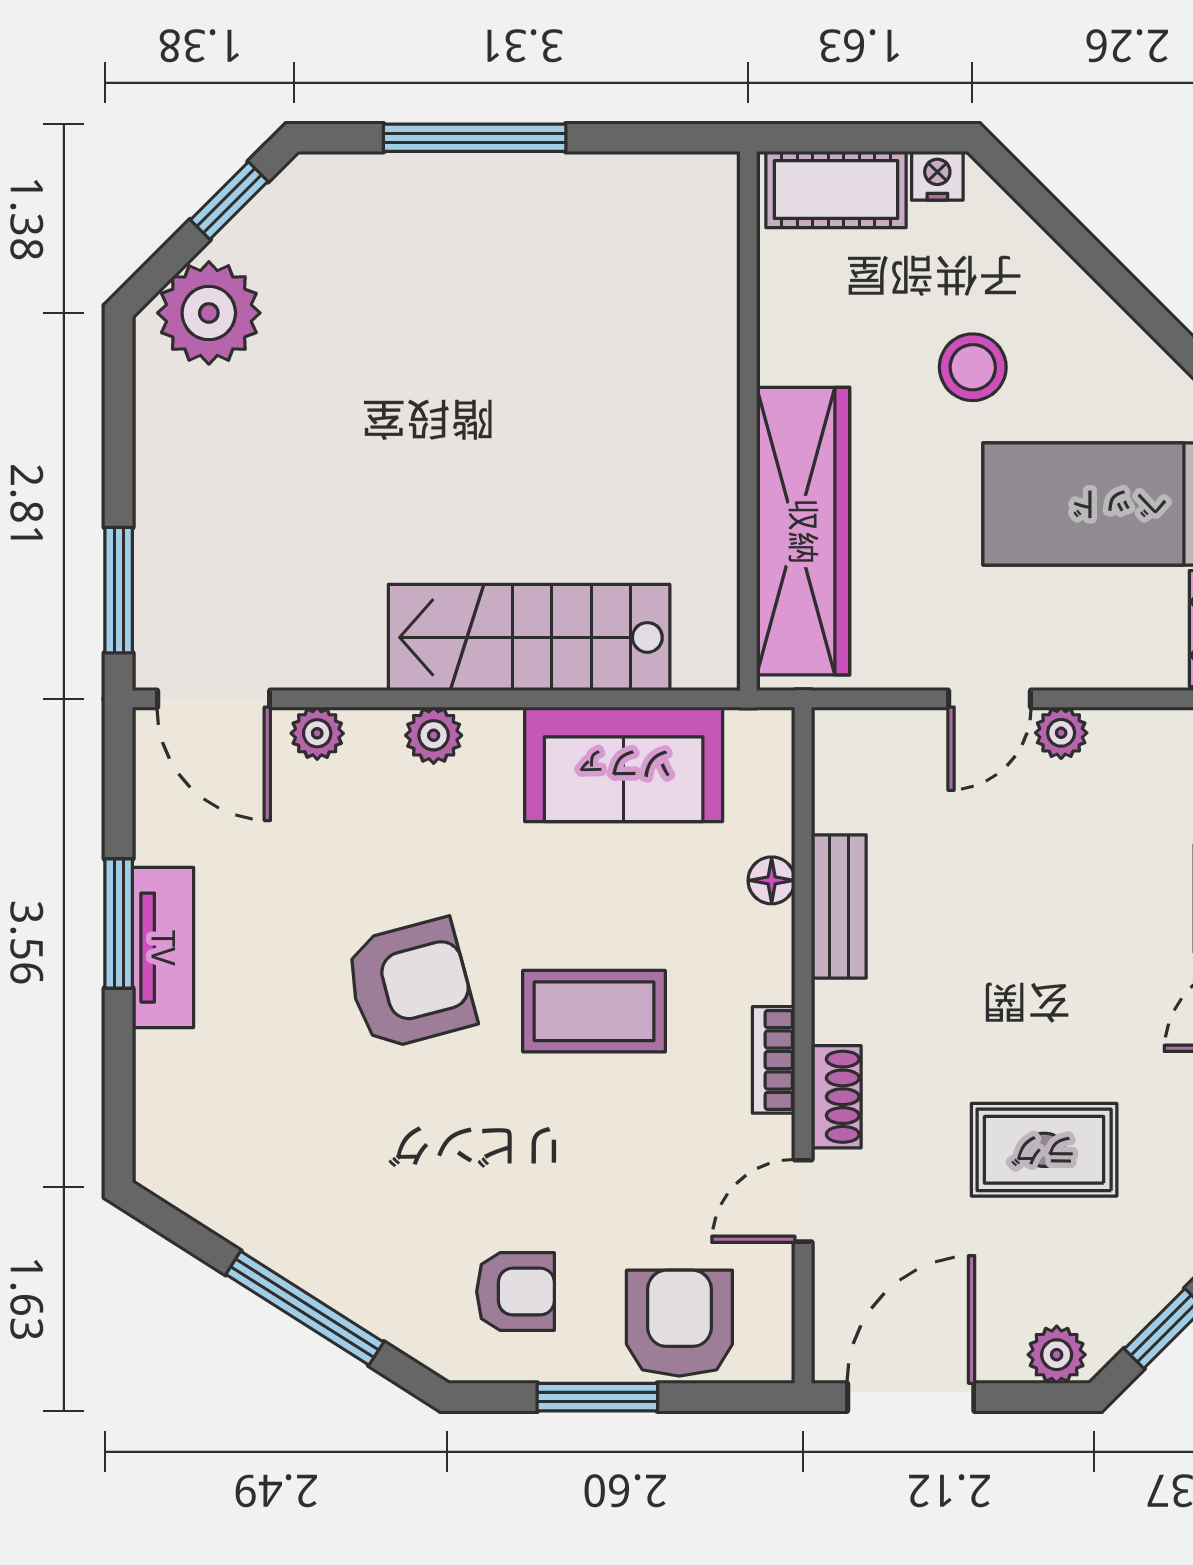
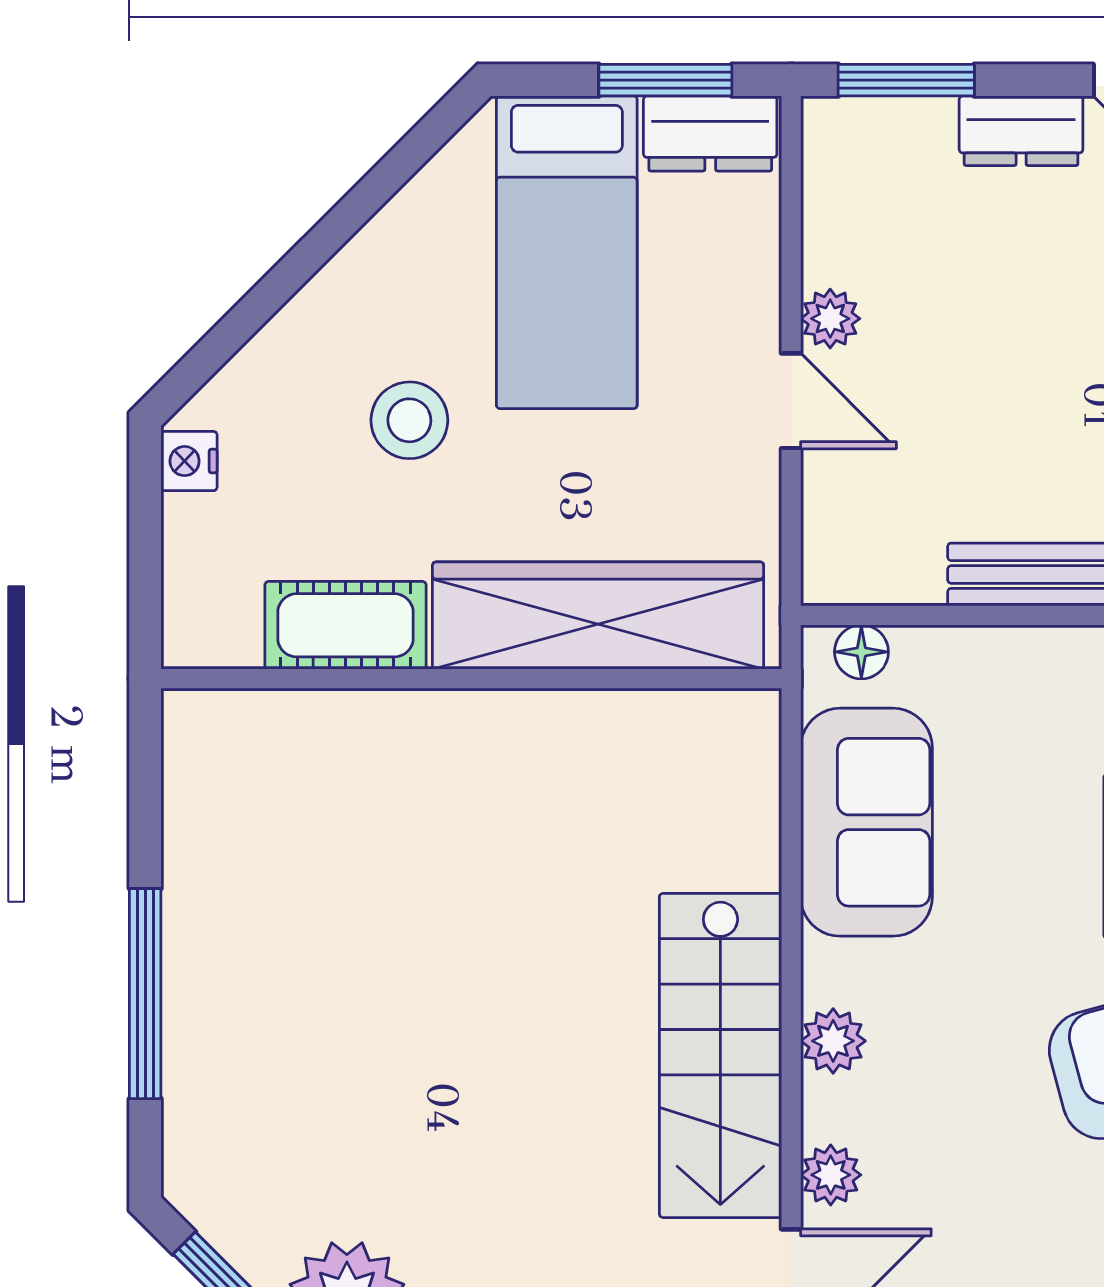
cot: (836, 190) -> (346, 625), moved, turned 90
stairs: (529, 637) -> (720, 1055), moved
floor lamp: (772, 880) -> (861, 652), moved

